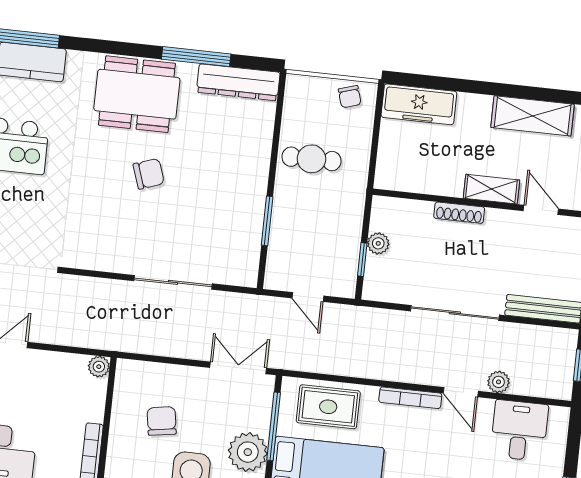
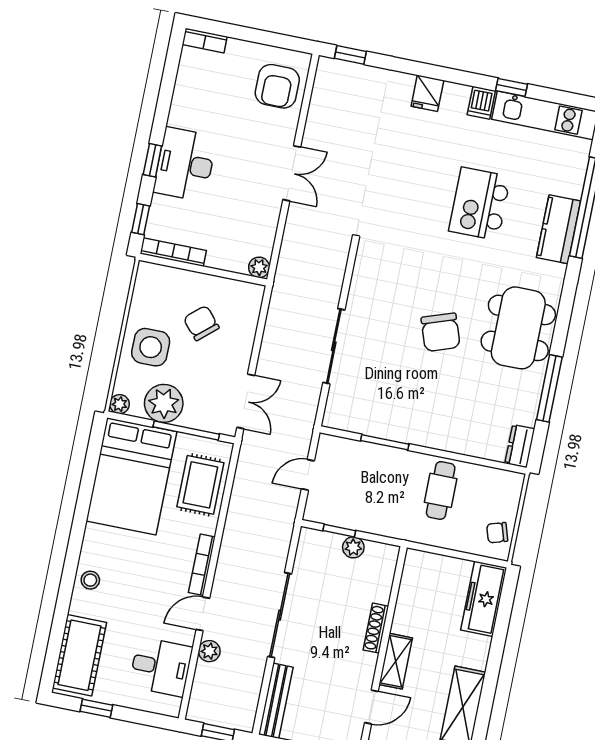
dresser: (238, 82) -> (520, 446), width x0.51, depth x0.80
chair: (149, 174) -> (441, 332), width x1.37, depth x1.37
chair: (162, 421) -> (201, 323), turned -122

